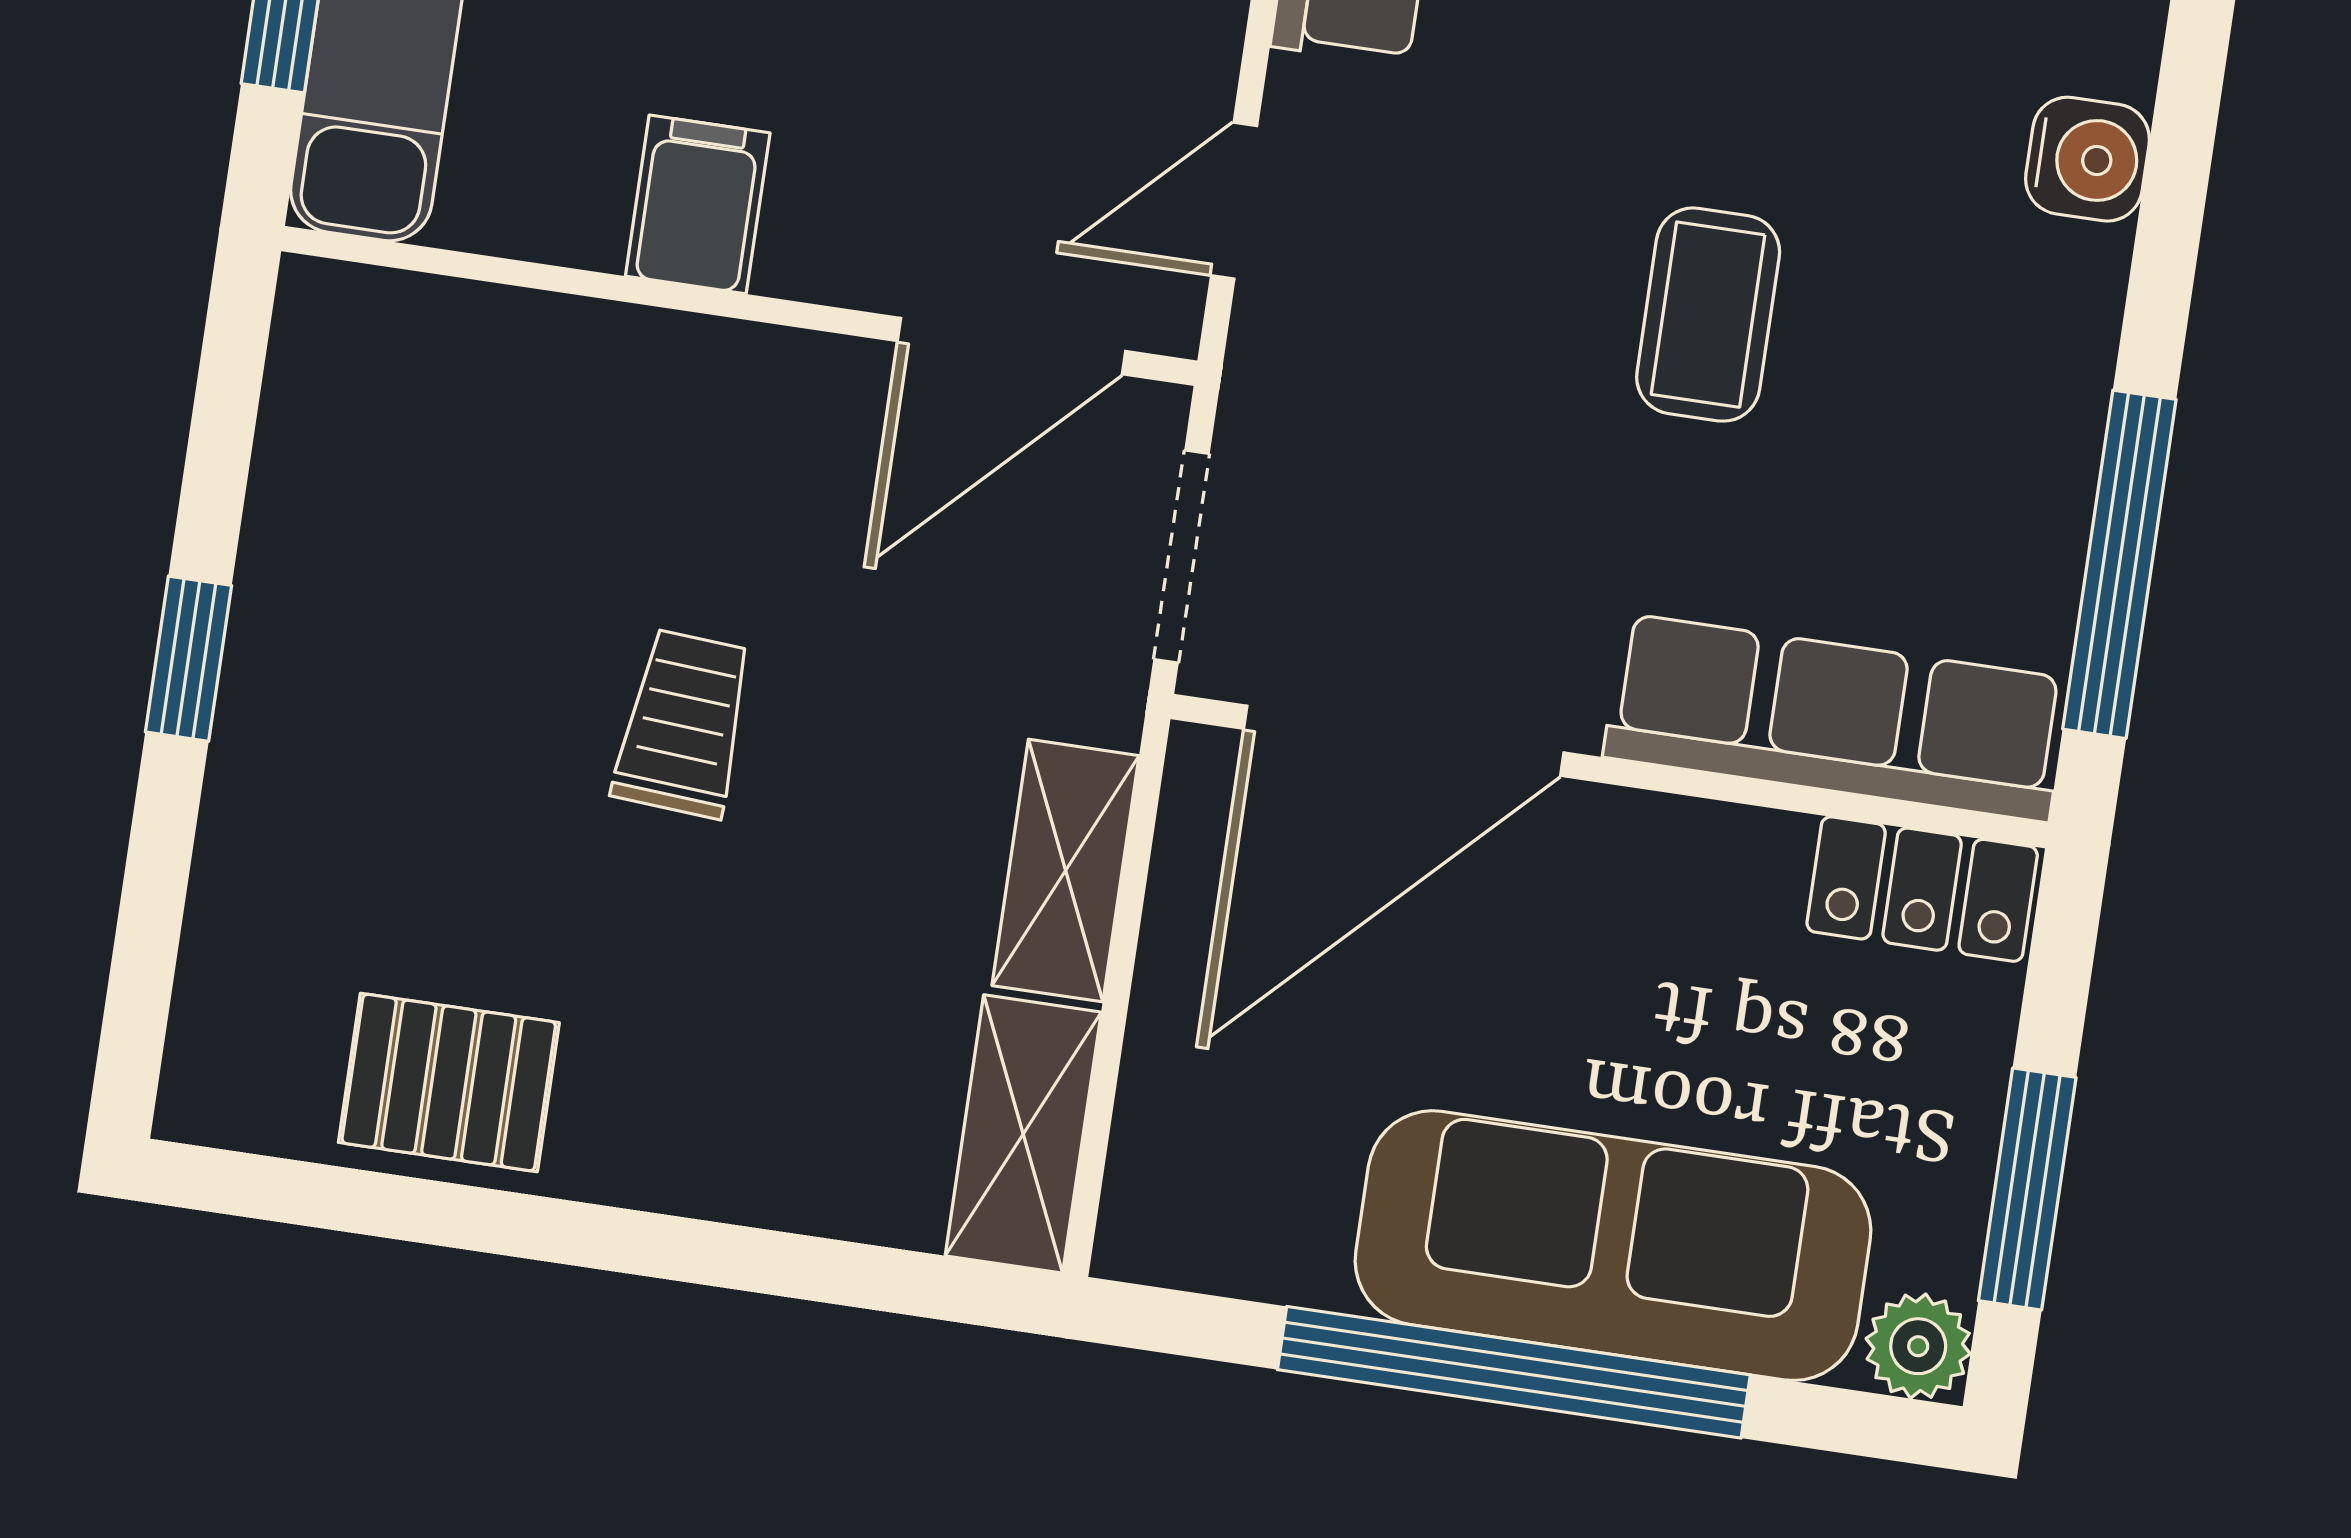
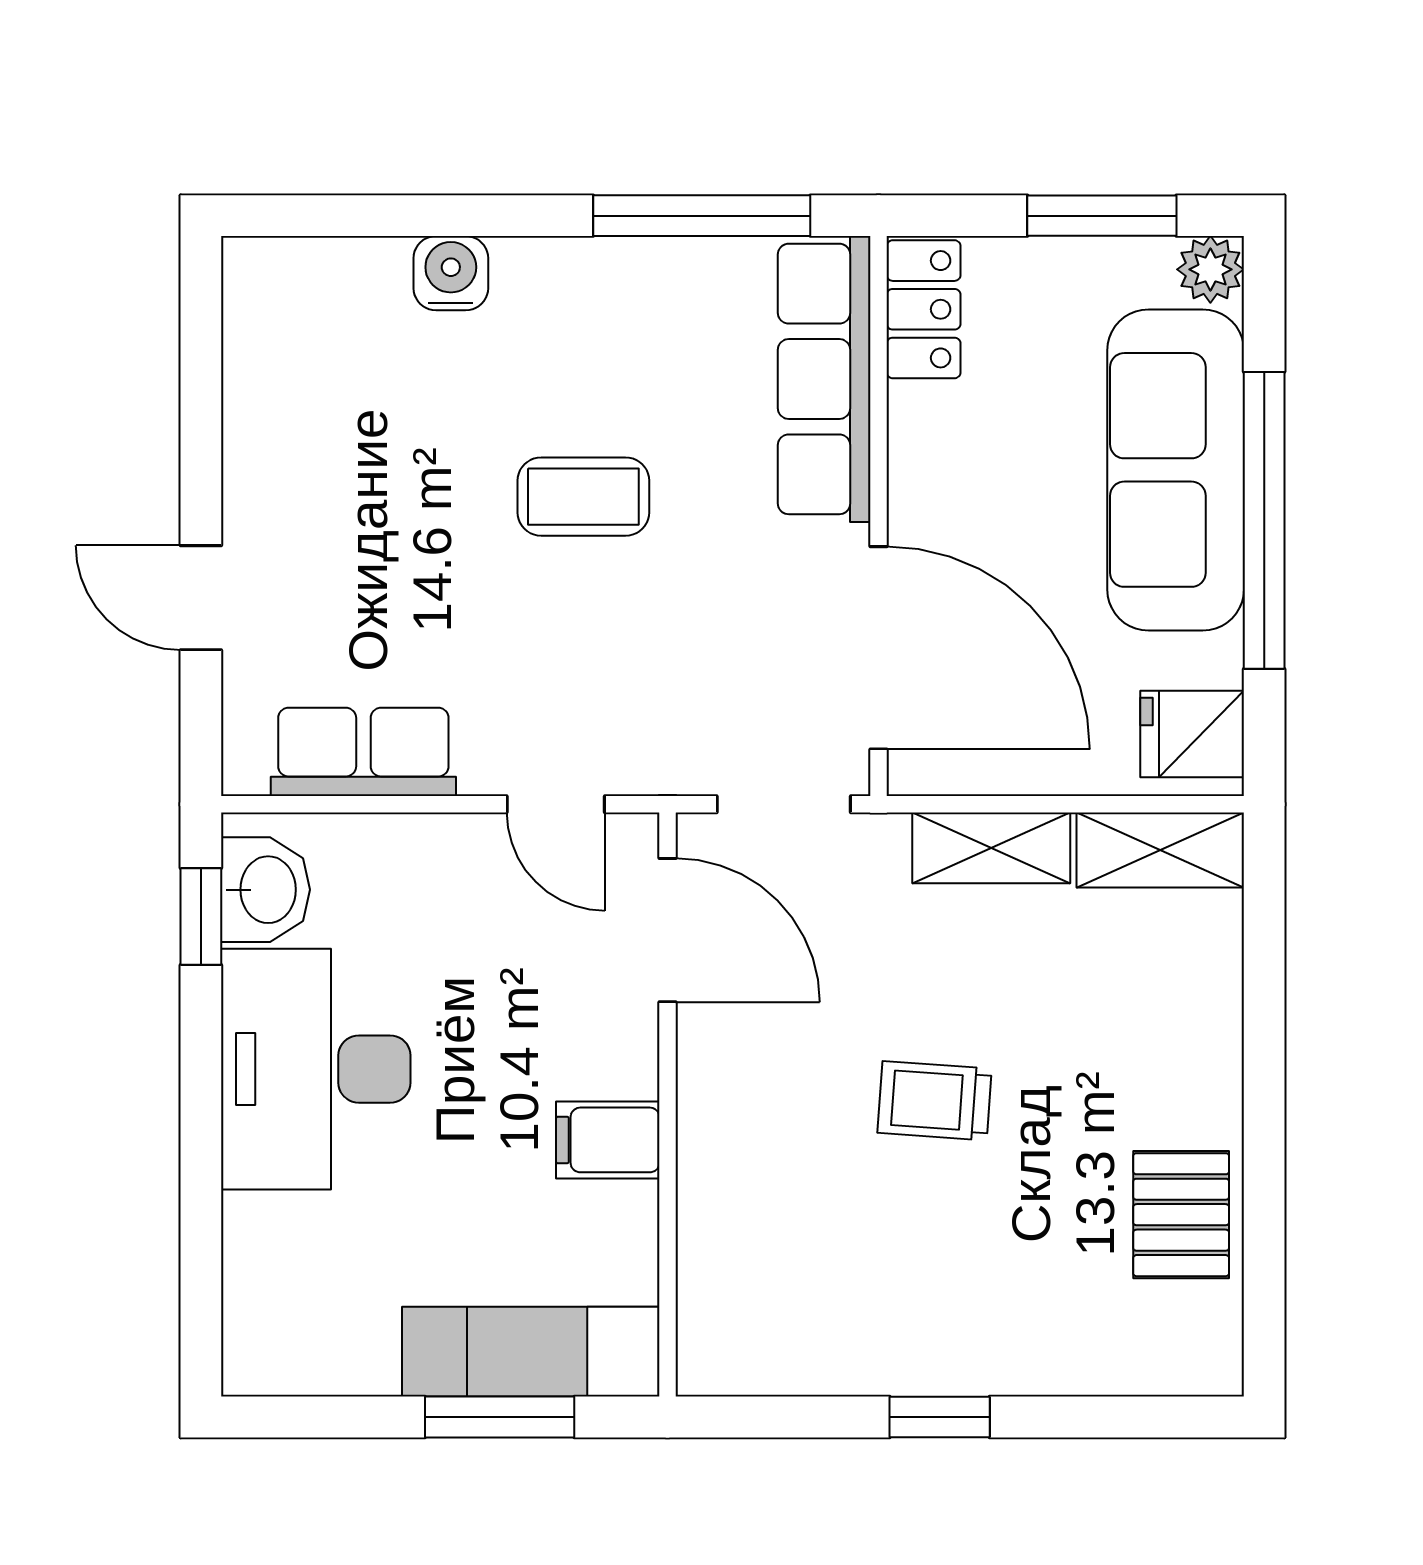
fridge: (1197, 1210) -> (1192, 734), added

